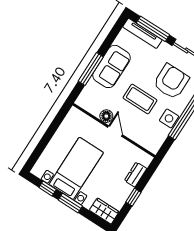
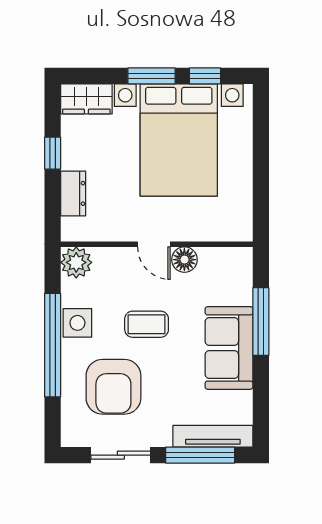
coffee table: (140, 99) -> (147, 324), width x0.73, depth x0.77
plant: (153, 144) -> (76, 262), added
bed with nightstands: (76, 168) -> (179, 140), width x1.36

